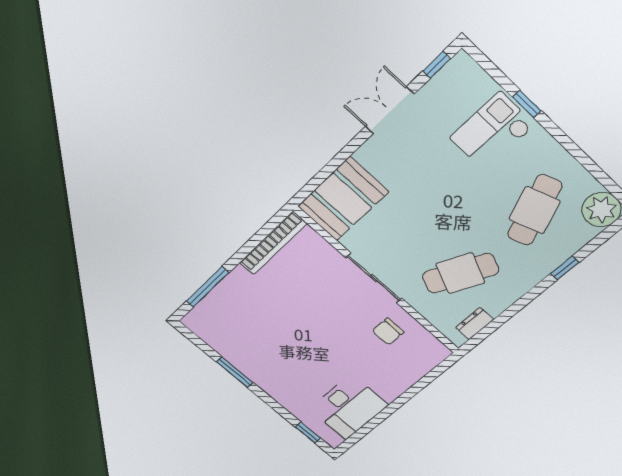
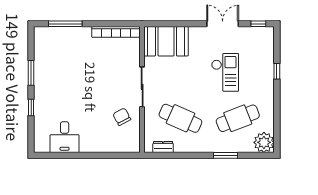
checkout: (492, 131) -> (225, 72), moved, turned 90
window: (565, 268) -> (225, 155), width x1.50
chair: (388, 332) -> (122, 117), turned 62
desk: (349, 407) -> (65, 137), width x0.73
window: (308, 432) -> (31, 108), moved

